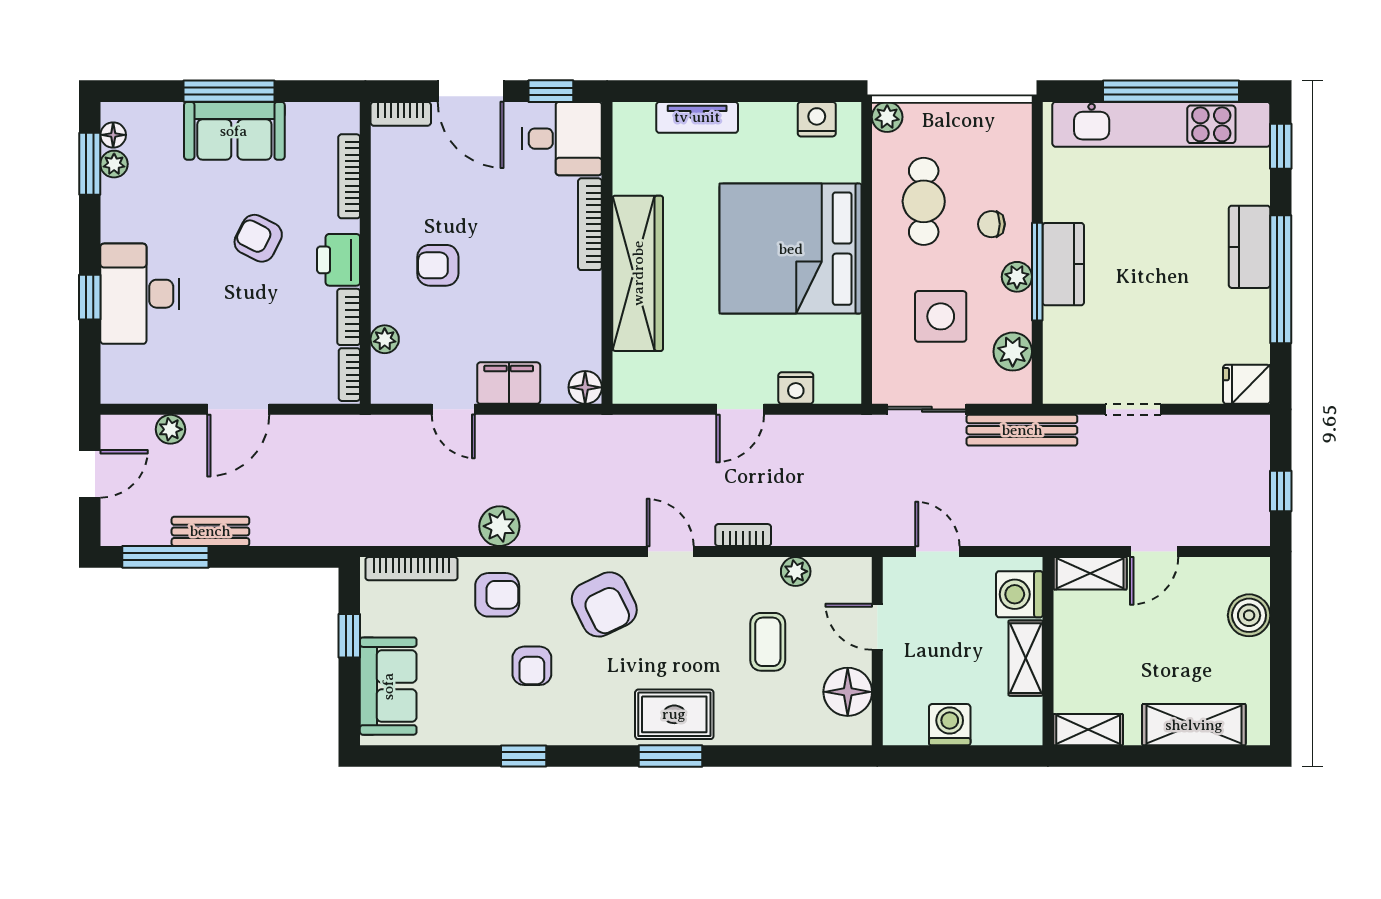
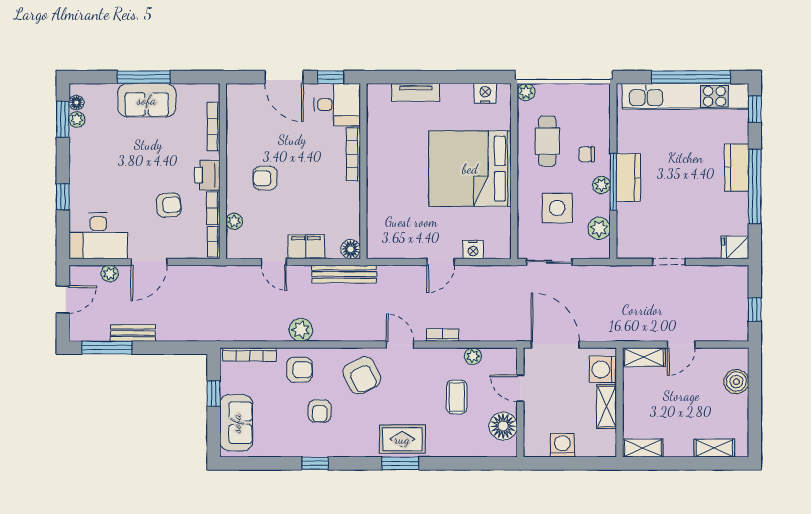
bookcase: (401, 114) -> (243, 90), removed
armchair: (258, 238) -> (169, 205), moved, turned 148
wardrobe: (638, 273) -> (381, 183), removed
desk: (140, 294) -> (98, 236), moved, turned -90
bench: (1022, 430) -> (344, 274), moved
door: (937, 552) -> (555, 345), width x1.88
shelving: (1194, 725) -> (714, 448), width x0.67, depth x0.75

